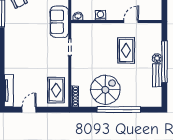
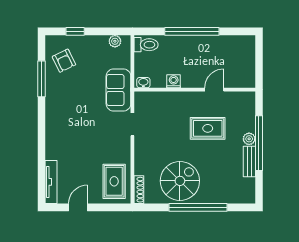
rug: (126, 51) -> (208, 128), turned 90

